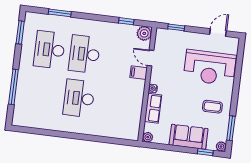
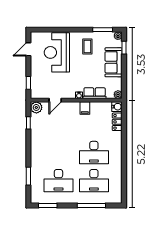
door: (218, 33) -> (28, 49), hinge flipped
desk: (85, 54) -> (94, 181), moved
reception desk: (210, 68) -> (57, 52), turned 180
filing cabinet: (139, 73) -> (85, 108), moved
locker: (114, 132) -> (117, 122), added
water cooler: (133, 134) -> (117, 107), added

